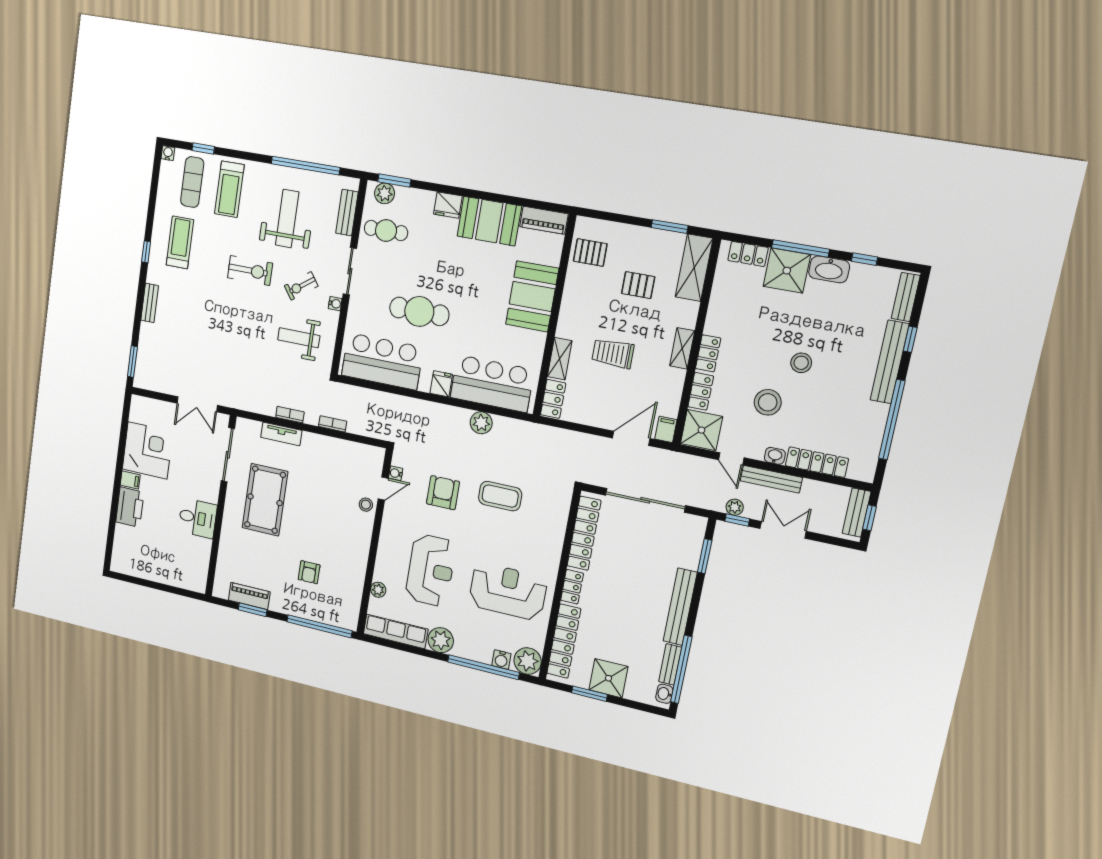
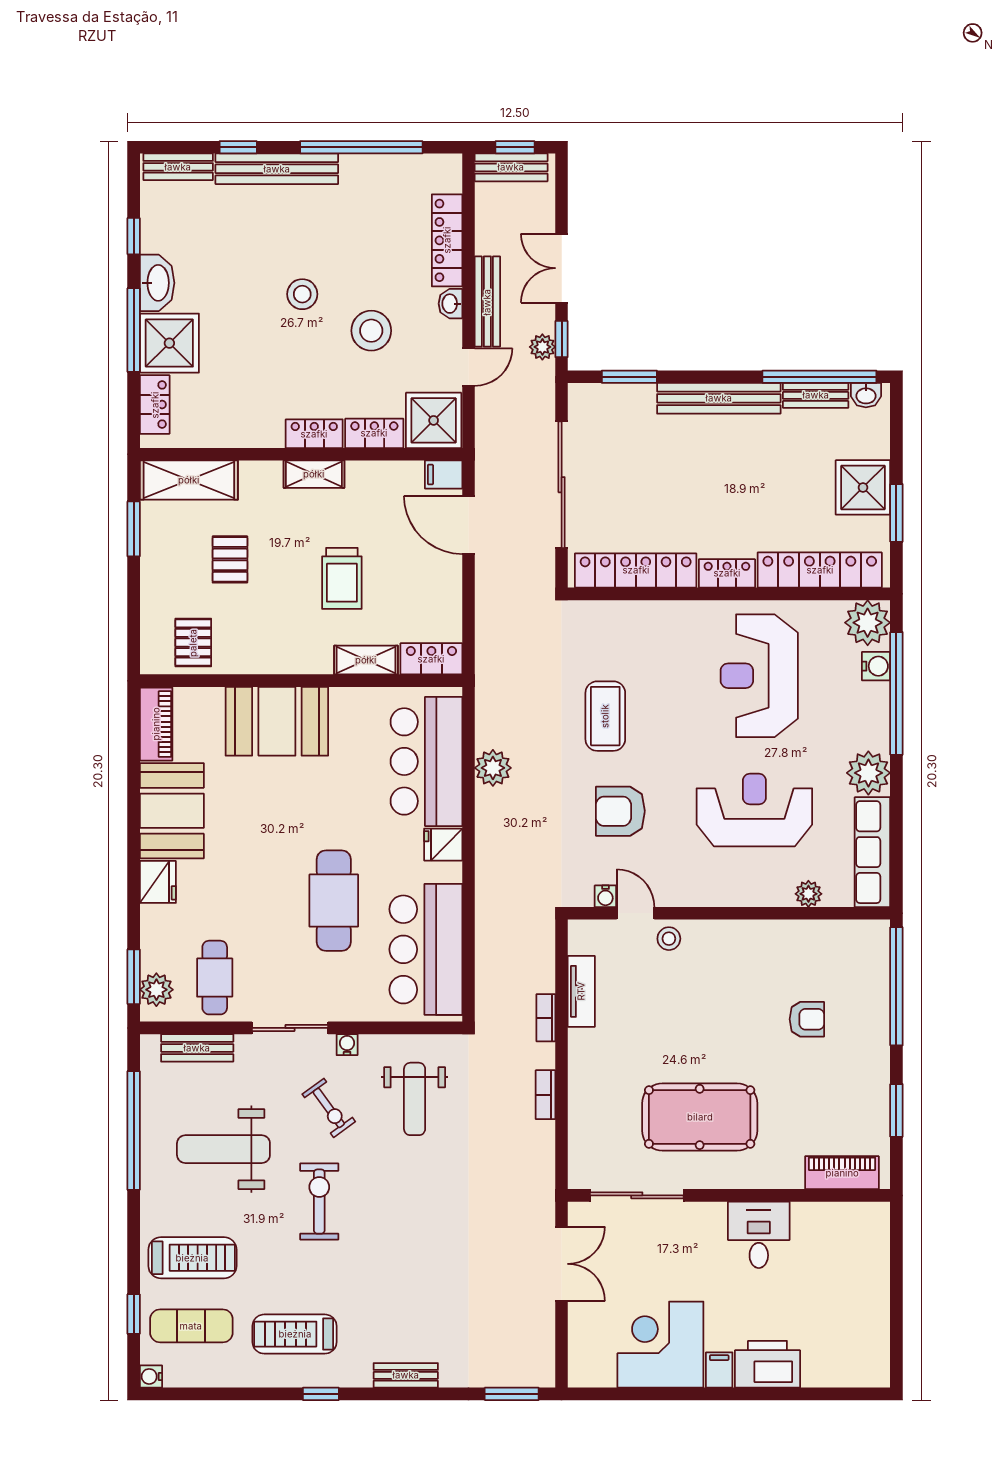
tv unit: (281, 434) -> (581, 991), moved
piano: (249, 596) -> (842, 1173), moved, turned 90

